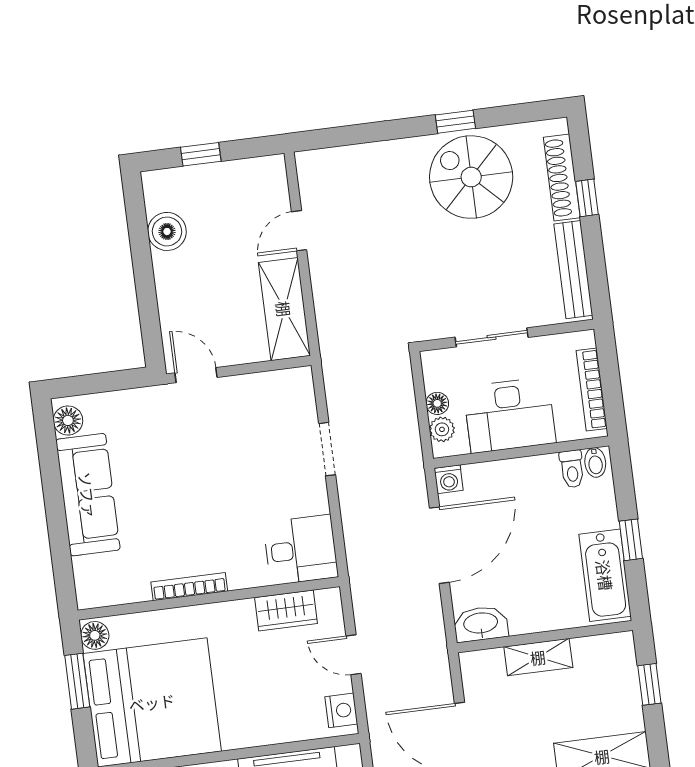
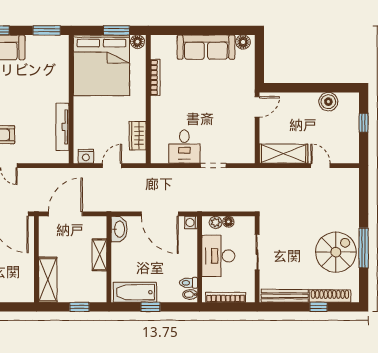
window: (455, 122) -> (364, 248), width x2.17
desk: (301, 550) -> (184, 147), moved
bookcase: (189, 587) -> (155, 78), moved

